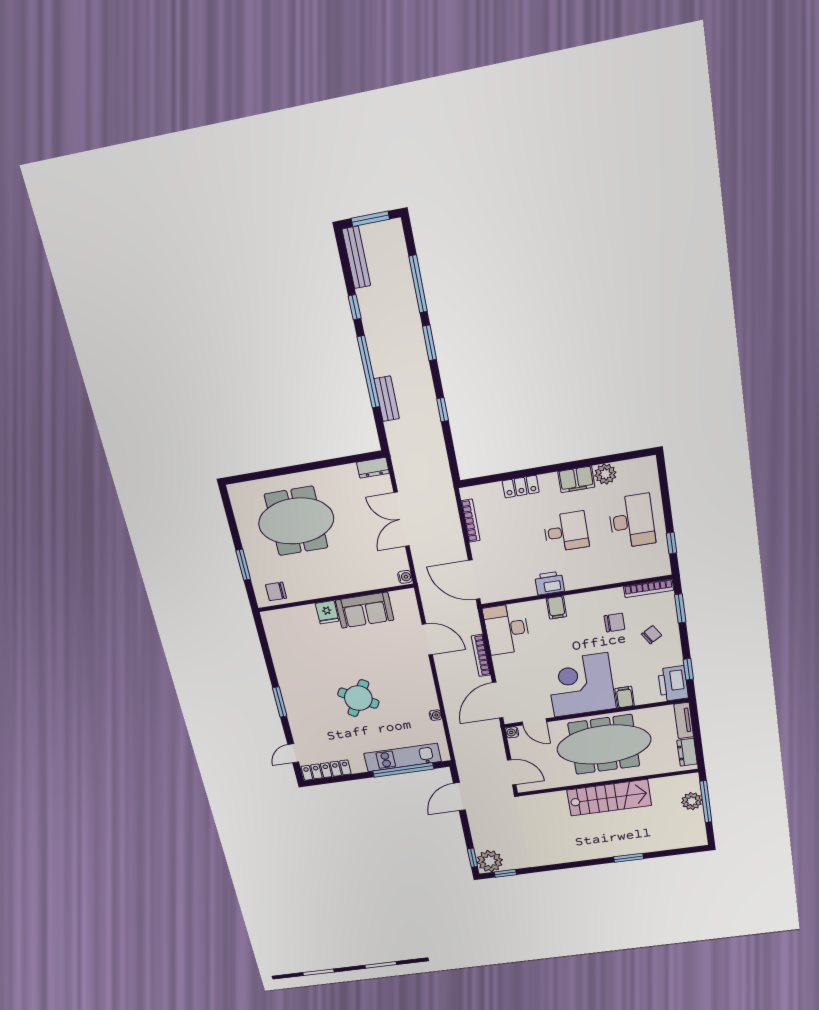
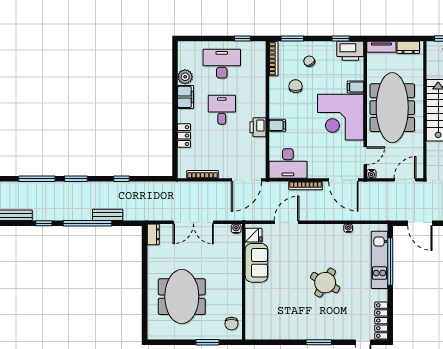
fridge: (327, 612) -> (254, 235), moved

